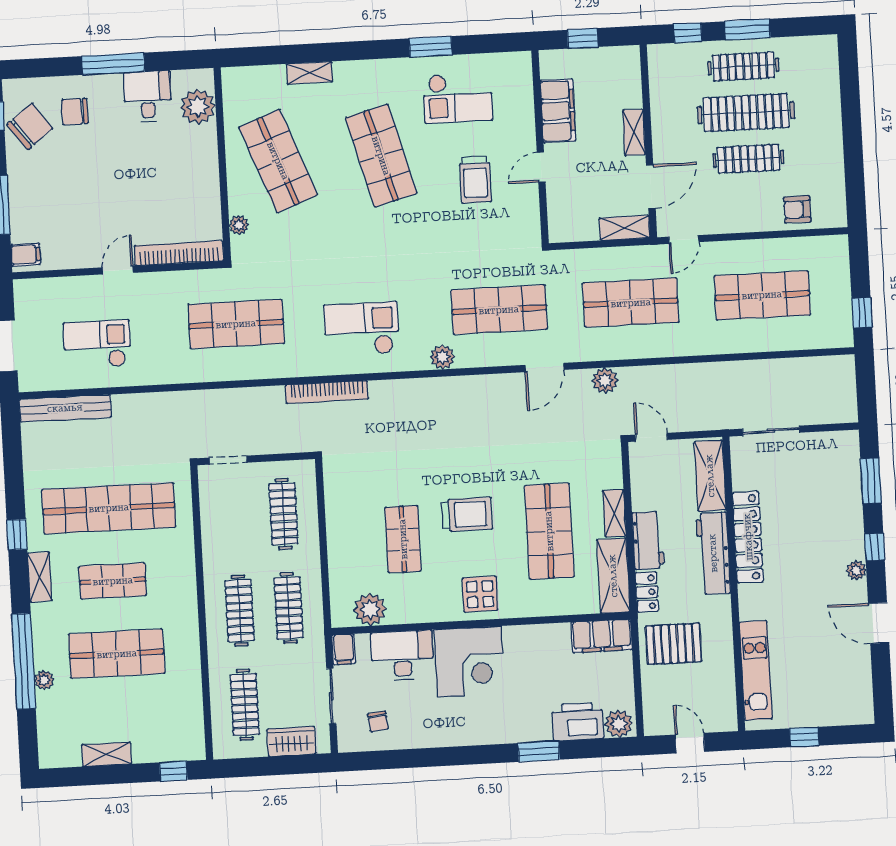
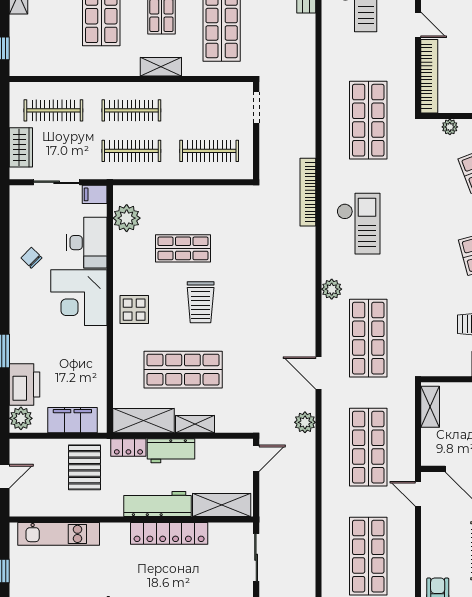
shelving: (625, 228) -> (430, 407), moved
shelving: (185, 578) -> (161, 67), added
filing cabinet: (602, 636) -> (72, 420), moved, turned 90
chair: (378, 721) -> (31, 258), moved, turned 52

